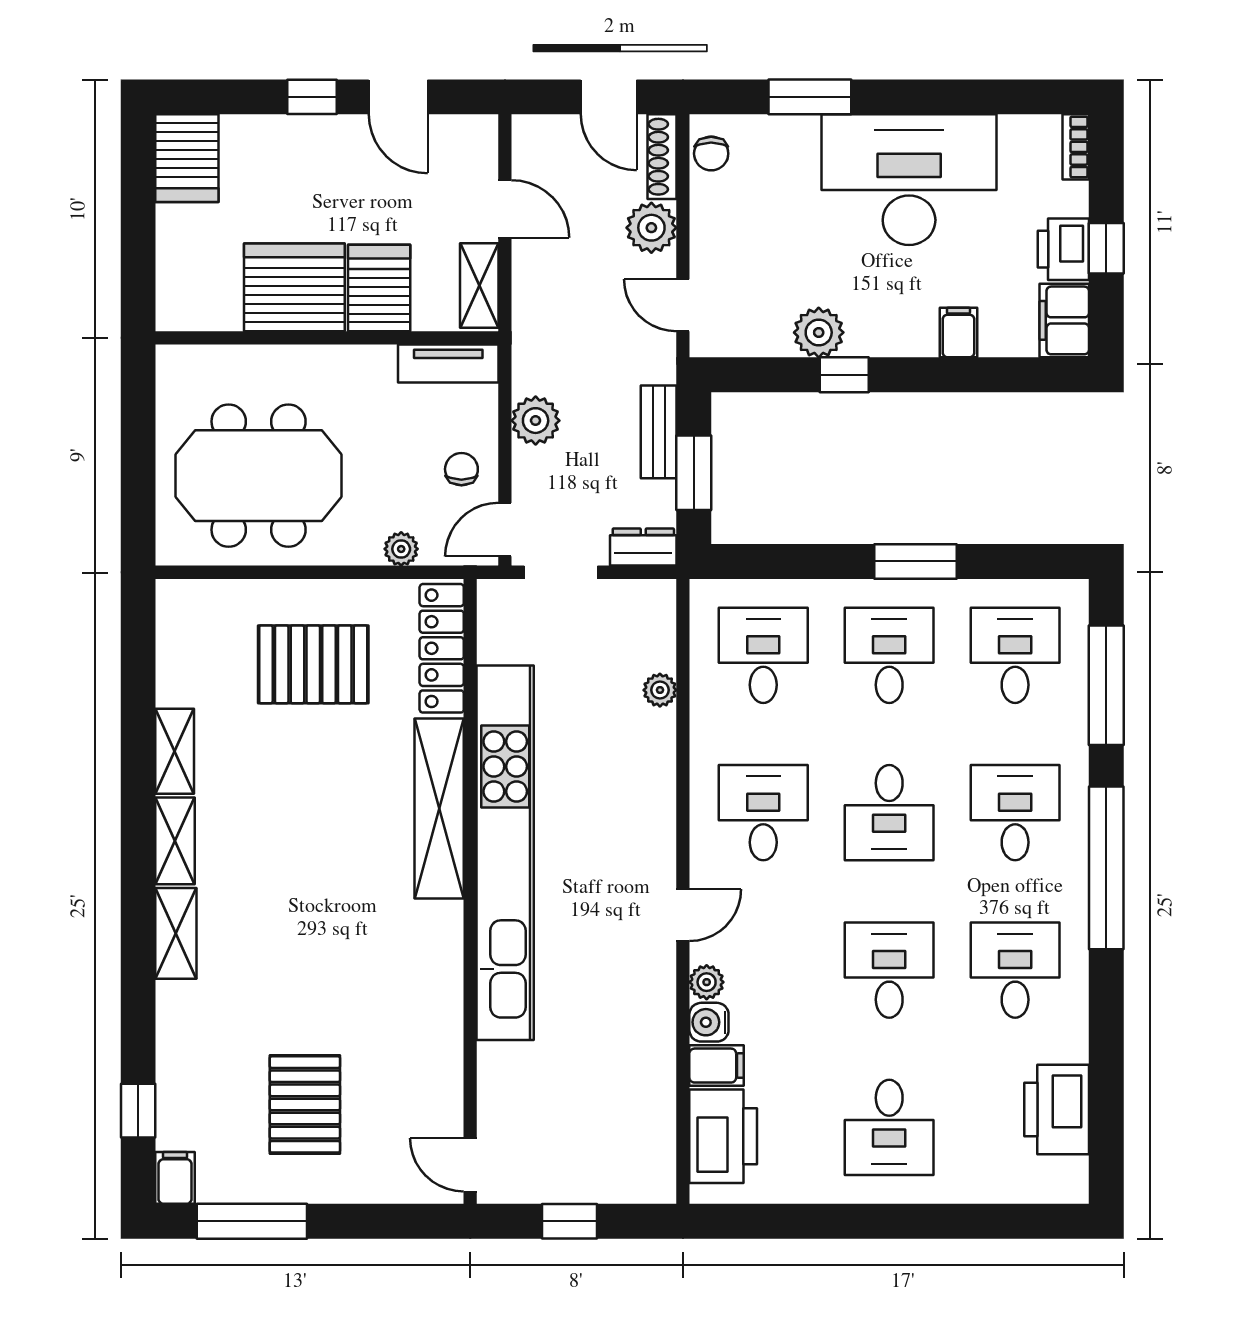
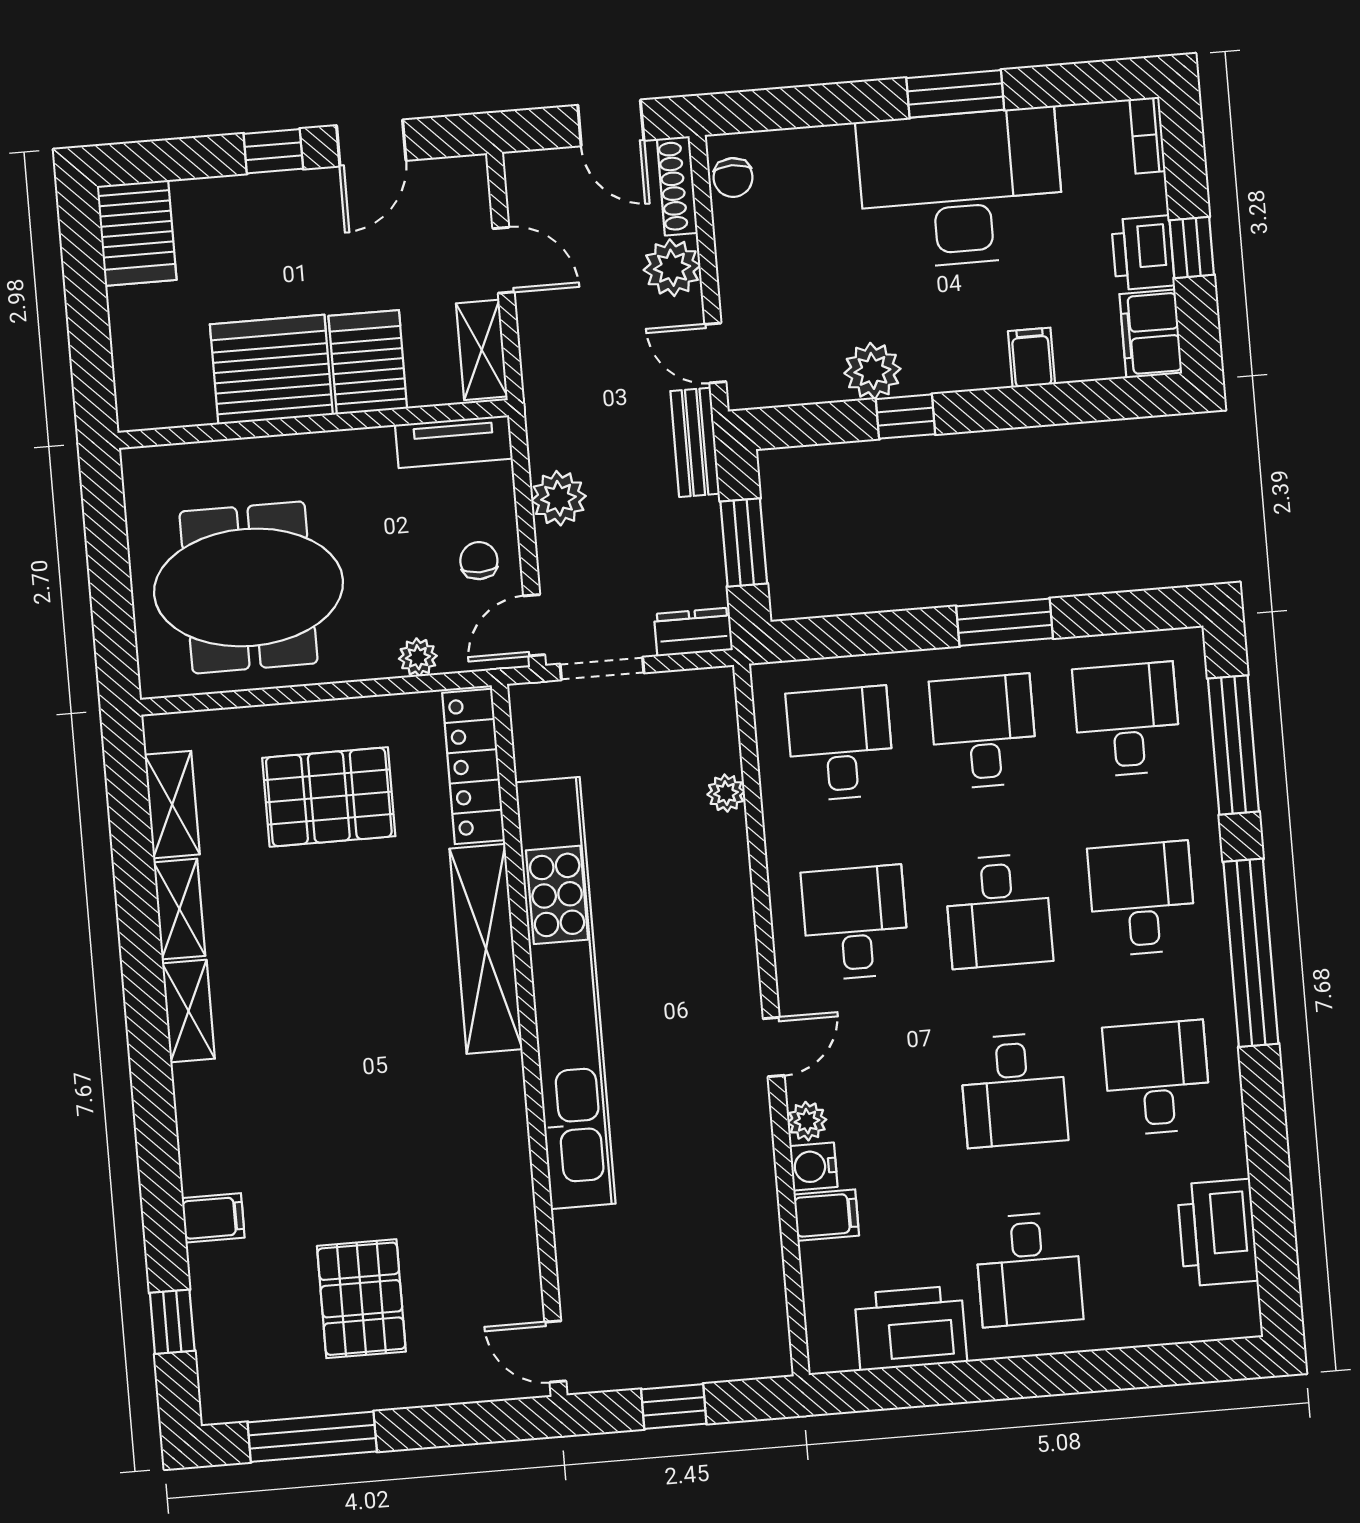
door: (398, 97) -> (371, 143), hinge flipped
window: (810, 97) -> (955, 94), moved
bench: (659, 432) -> (695, 442), moved
shelving: (176, 933) -> (172, 805), moved
desk: (889, 970) -> (1014, 1090), turned 180
printer: (723, 1136) -> (911, 1328), moved, turned -90
filing cabinet: (175, 1178) -> (213, 1218), moved, turned 90

